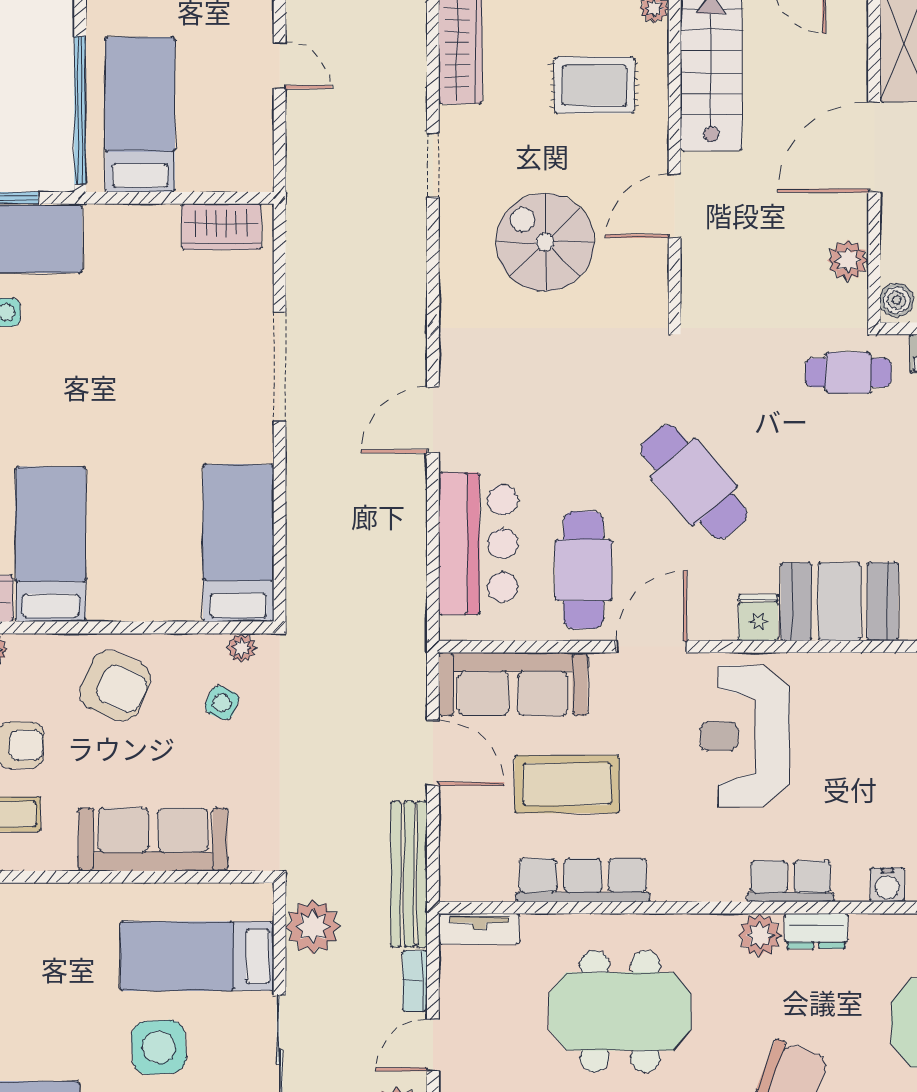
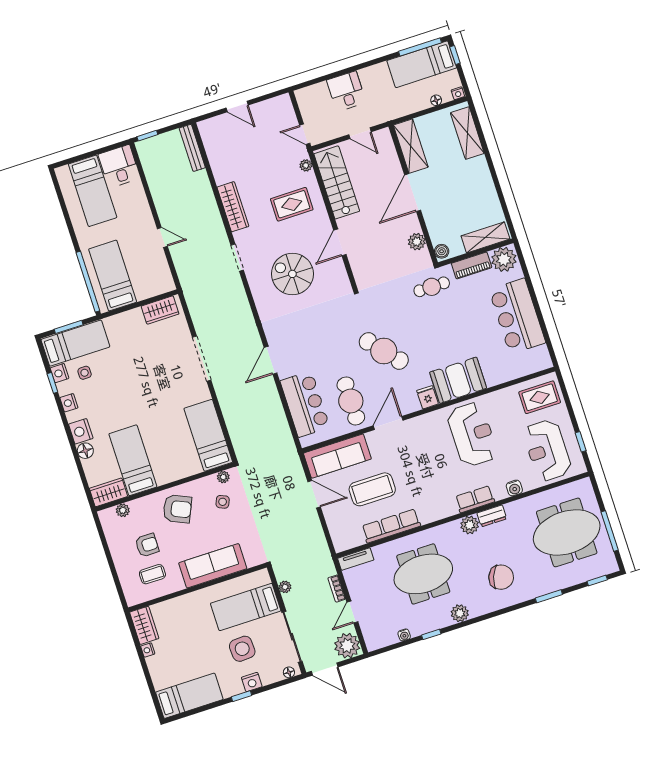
reception desk: (745, 736) -> (472, 434), moved, turned 180
bench: (409, 874) -> (320, 546), removed
plant: (313, 927) -> (285, 587), width x0.53, depth x0.53

